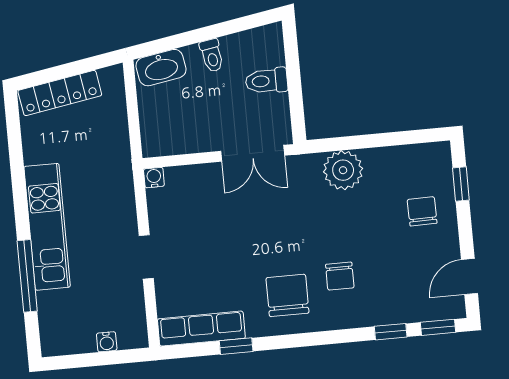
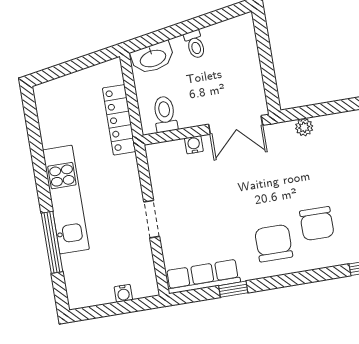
toilet: (266, 81) -> (165, 114), moved, turned 90
locker: (60, 93) -> (119, 120), moved, turned 100
plant: (343, 170) -> (304, 127), width x0.53, depth x0.53
water cooler: (154, 178) -> (194, 145), moved
chair: (340, 276) -> (317, 224), width x1.37, depth x1.37

